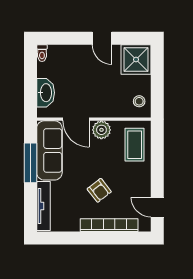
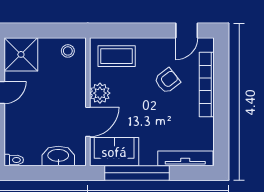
sofa: (49, 150) -> (114, 152), width x0.73
window: (30, 163) -> (137, 173), width x1.46
armchair: (99, 190) -> (167, 81), moved

